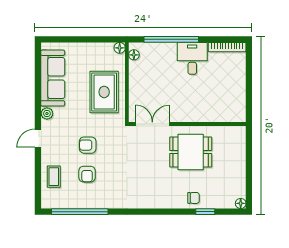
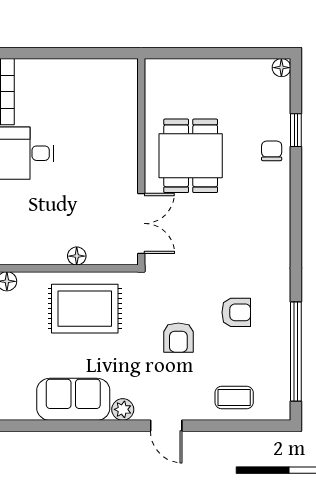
floor lamp: (134, 55) -> (77, 256), moved
sofa: (53, 78) -> (73, 399), width x0.73
double door: (152, 124) -> (141, 223), swing flipped
armchair: (87, 174) -> (236, 312), moved

